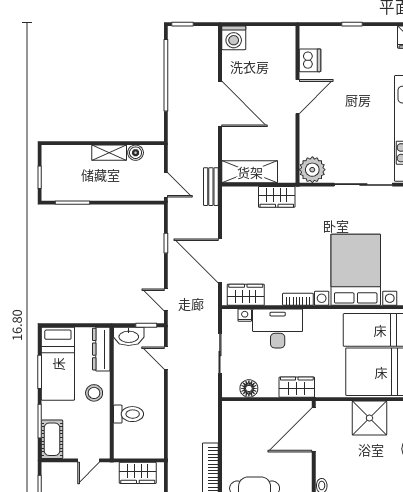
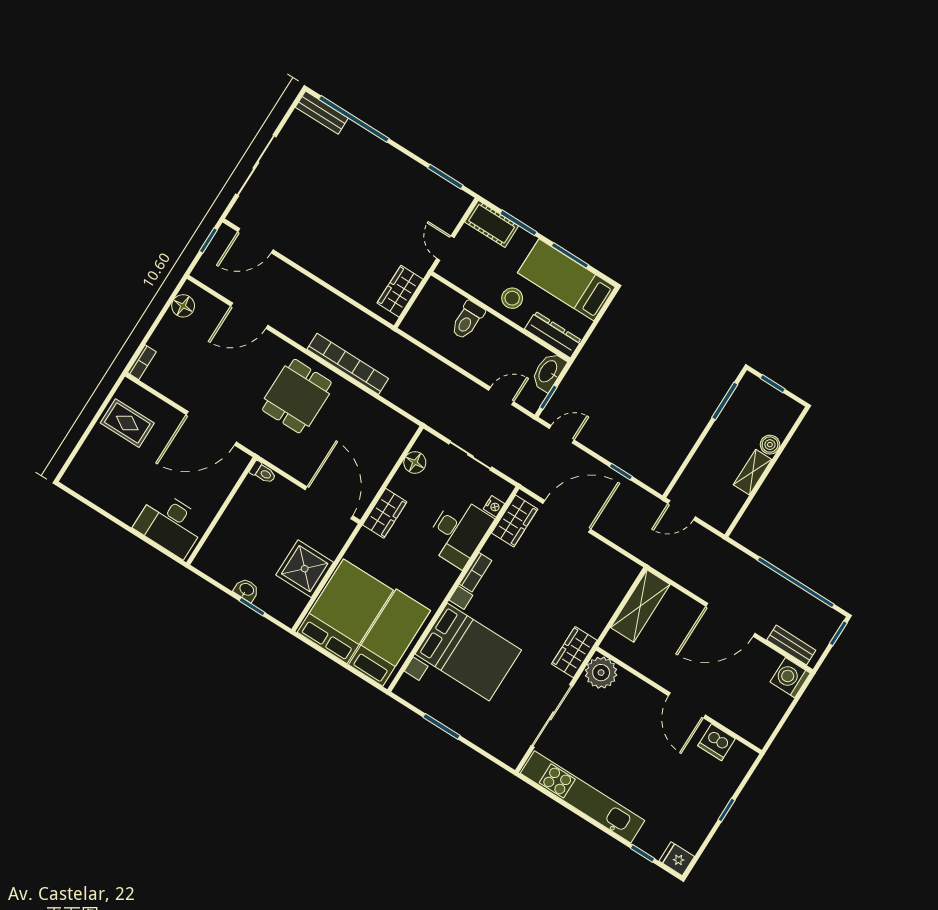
boiler: (136, 153) -> (770, 445), moved
bench: (211, 187) -> (791, 645), moved
wardrobe: (277, 197) -> (574, 652), moved

